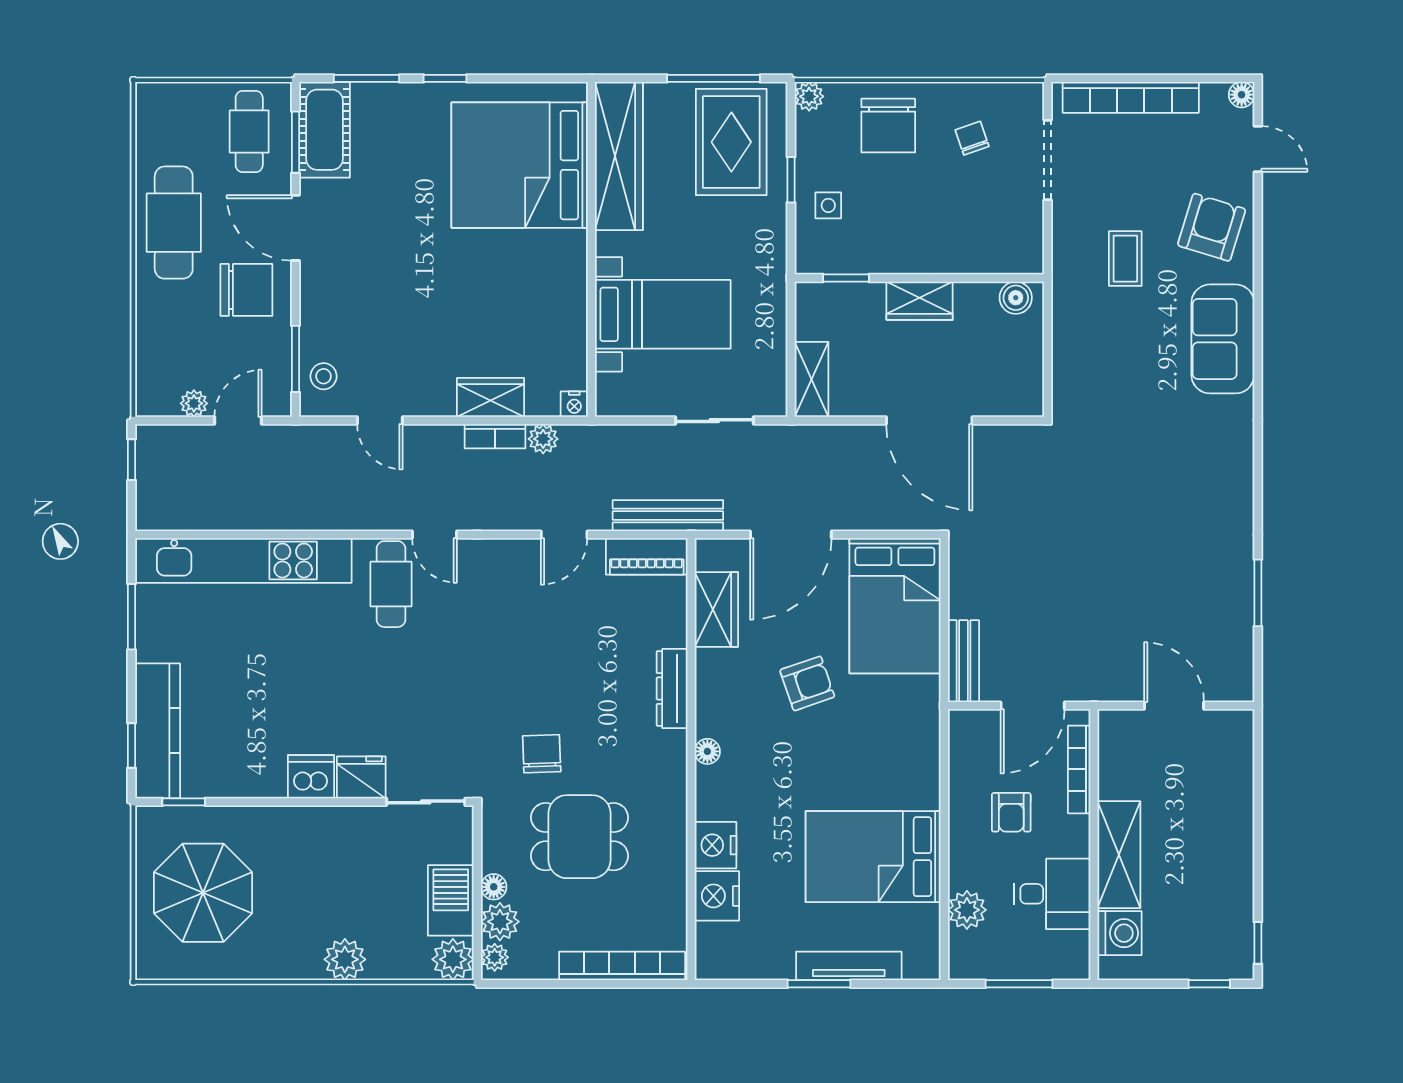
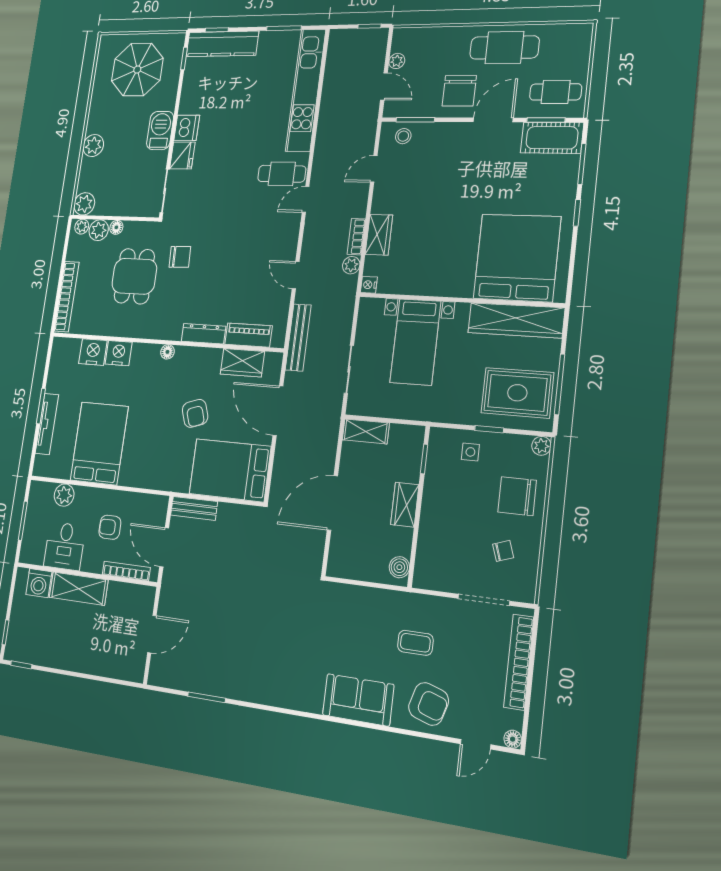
piano: (647, 556) -> (248, 335), moved, turned 90
barbecue: (451, 900) -> (160, 130), moved, turned -90

